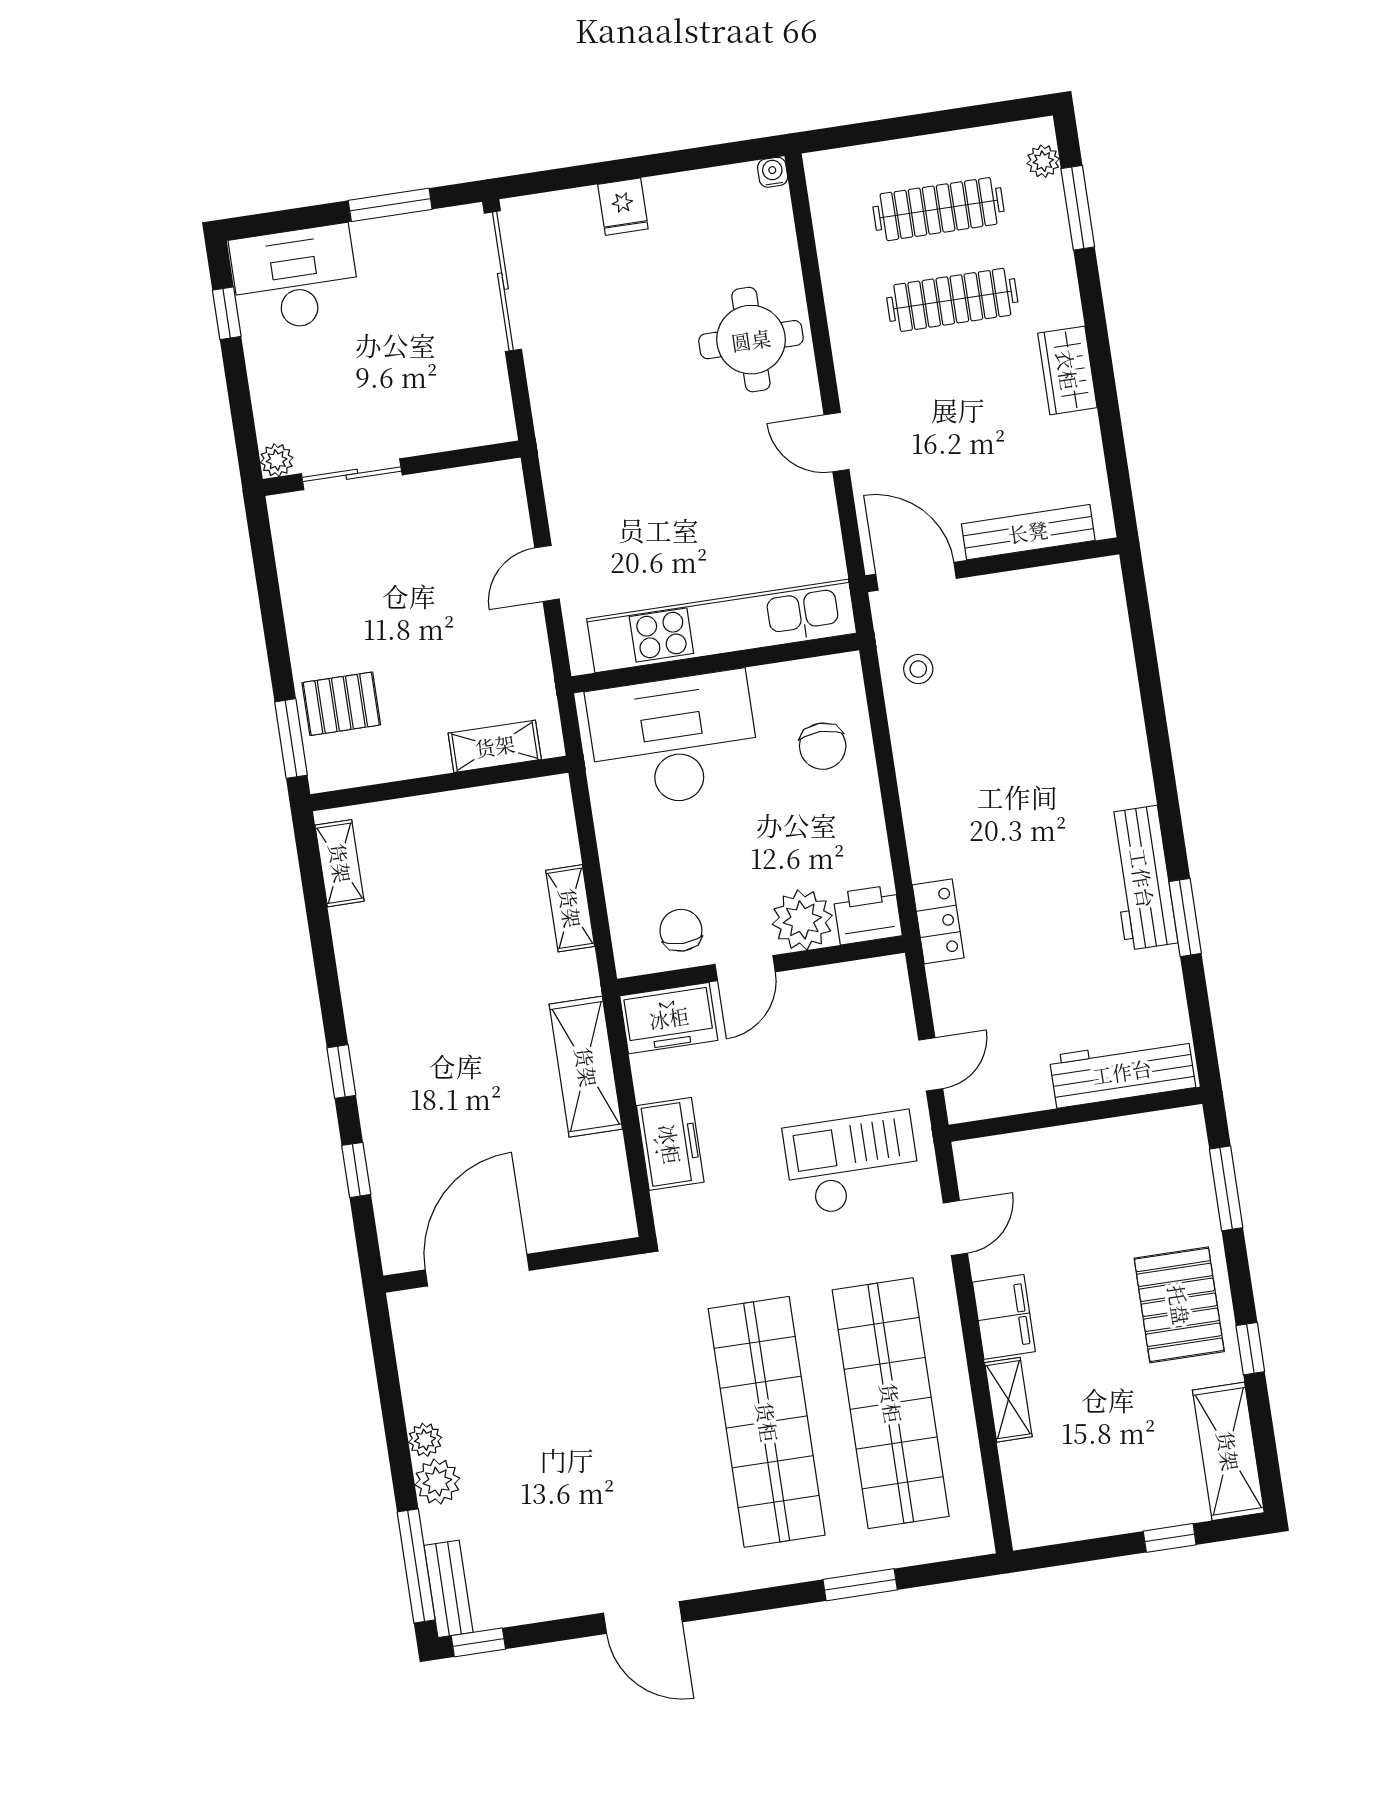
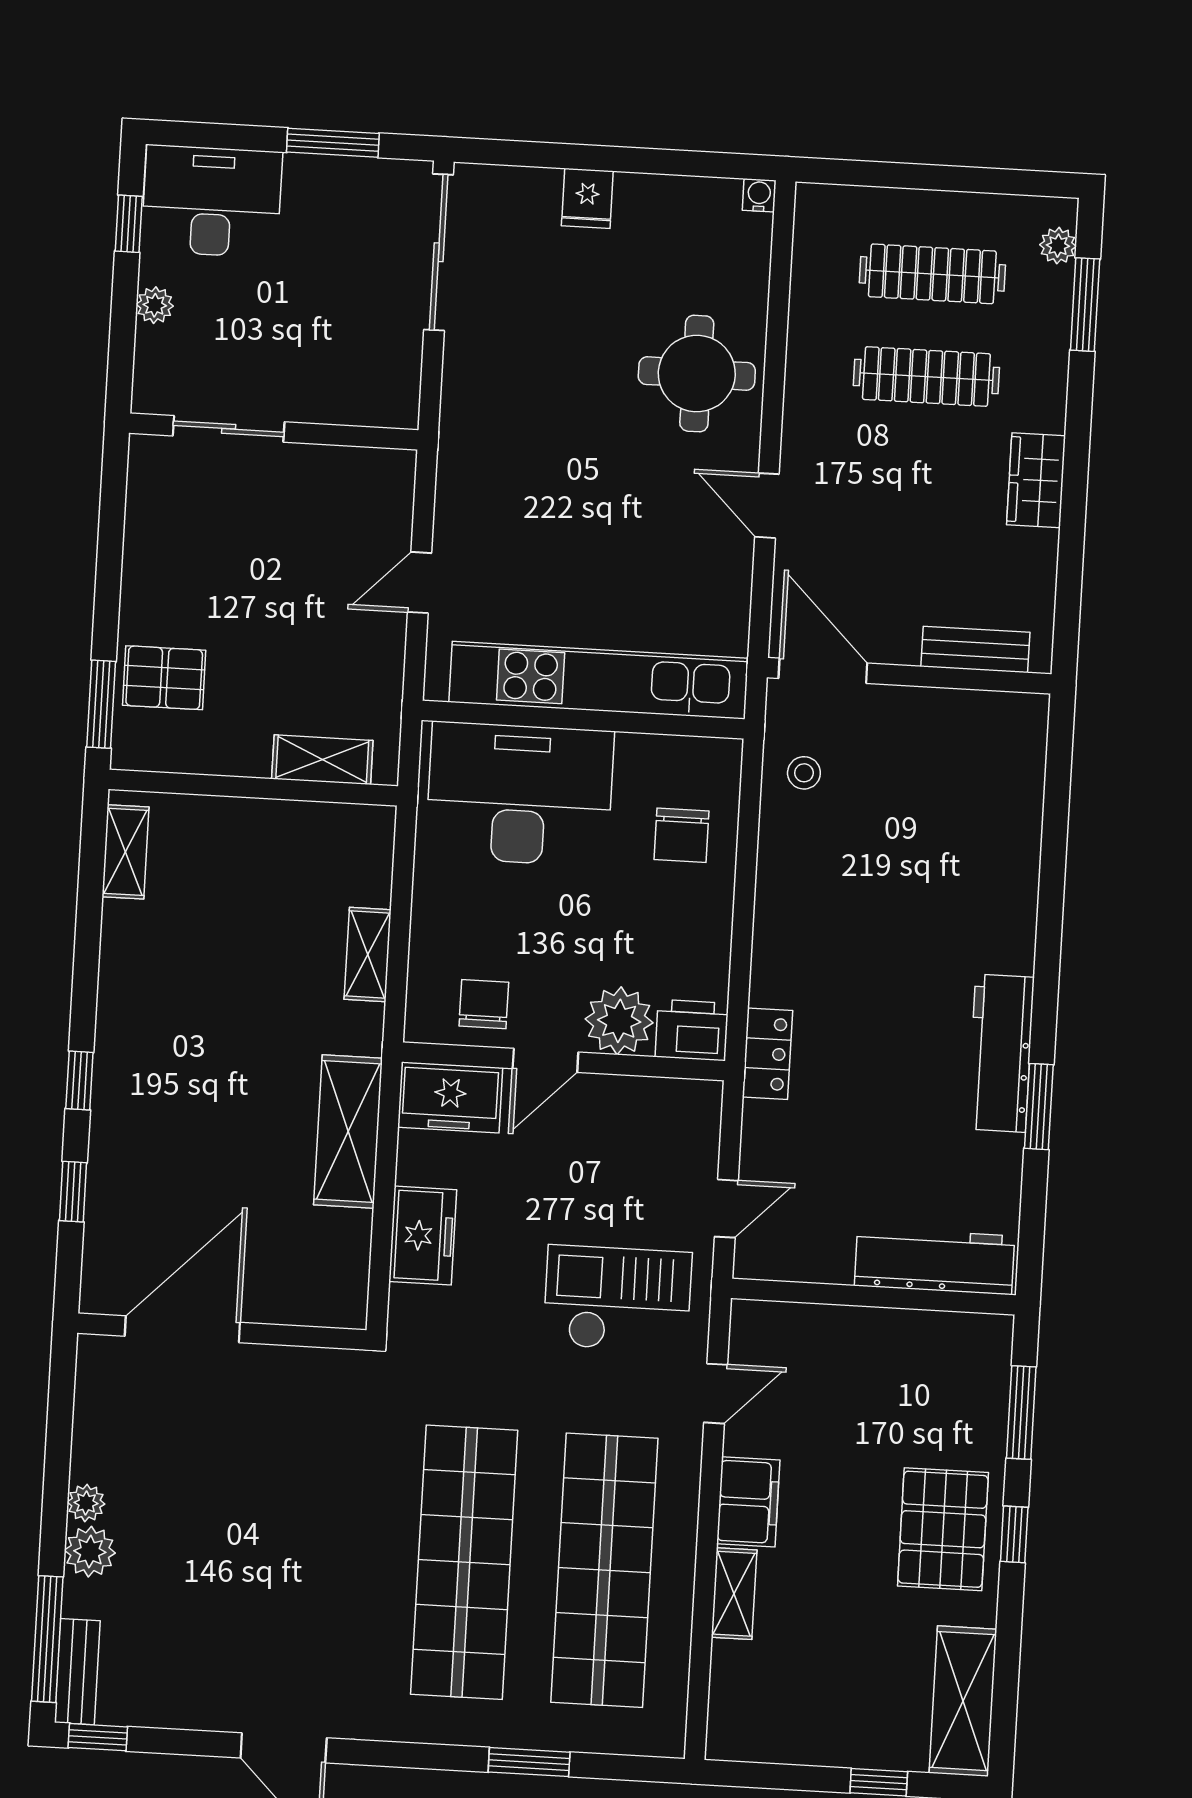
plant: (277, 460) -> (155, 305), moved
bench: (1028, 532) -> (975, 649), width x0.73
window: (1250, 1349) -> (1014, 1534), moved

